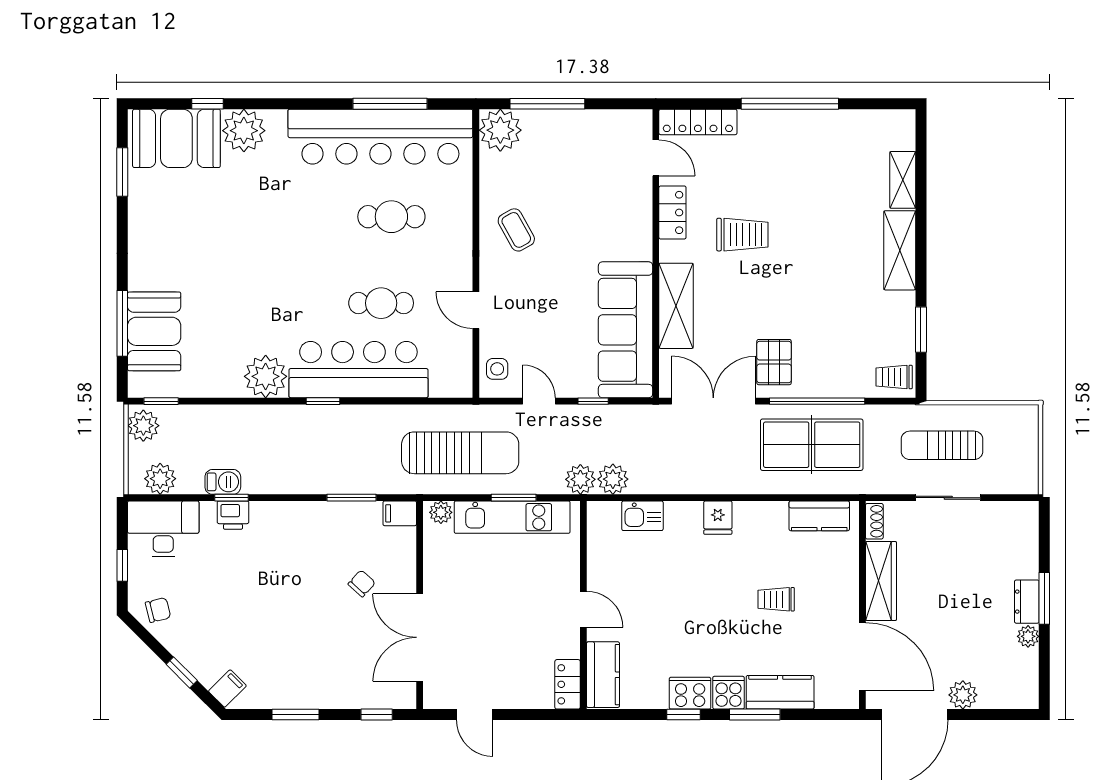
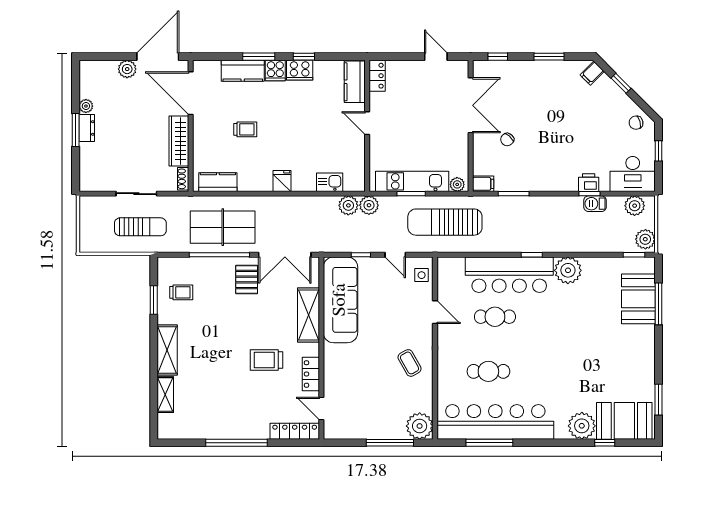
trolley: (894, 377) -> (181, 292), moved

